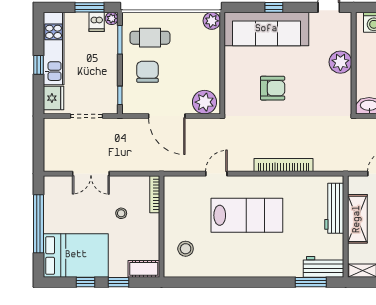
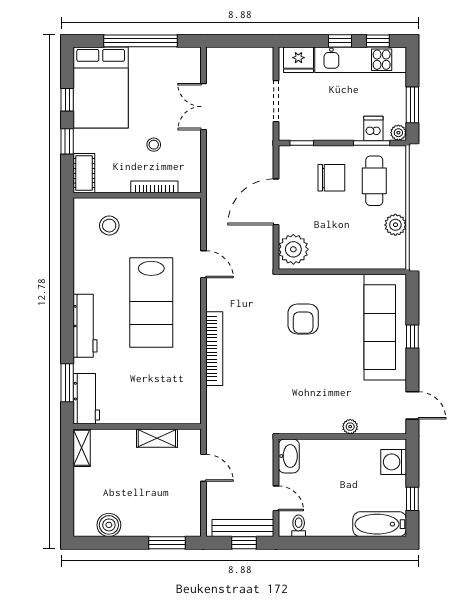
plant: (212, 21) -> (395, 225), moved
dishwasher: (97, 22) -> (373, 128), moved, turned 90
window: (38, 35) -> (378, 41), added
plant: (340, 62) -> (350, 427), width x0.53, depth x0.53
armchair: (273, 88) -> (303, 319), moved
bookcase: (155, 194) -> (154, 187), moved
workbench: (334, 208) -> (85, 326), moved, turned 90
shelving: (357, 219) -> (157, 438), width x0.67, depth x0.75

